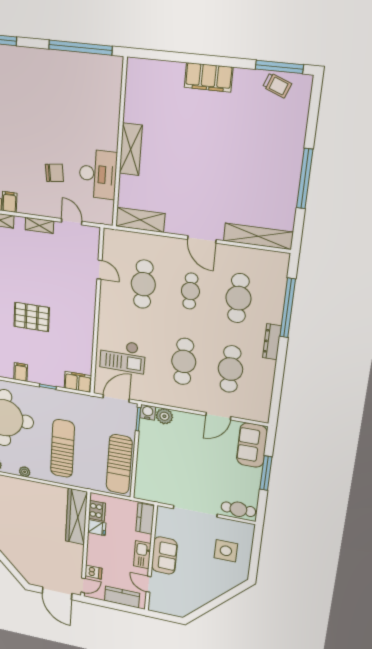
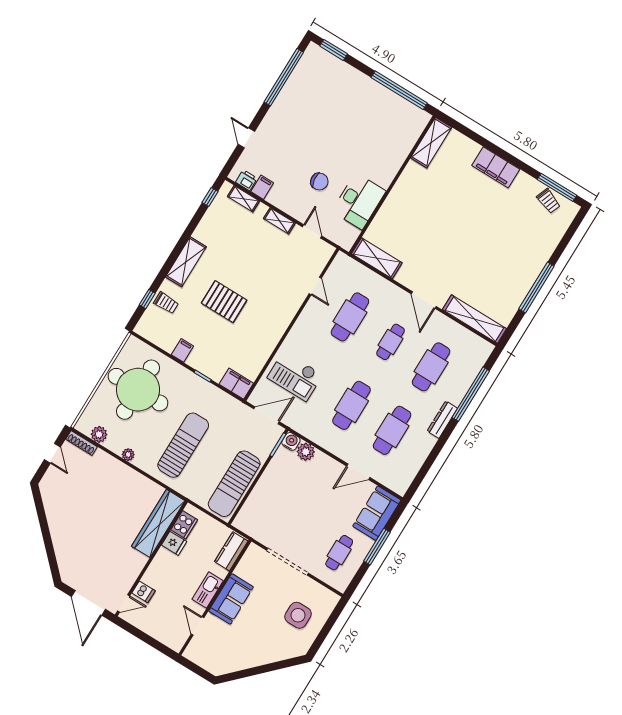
shelving: (131, 149) -> (431, 143), moved
cafe table: (238, 509) -> (339, 553), moved, turned 90
kitchen counter: (122, 597) -> (160, 631), removed

